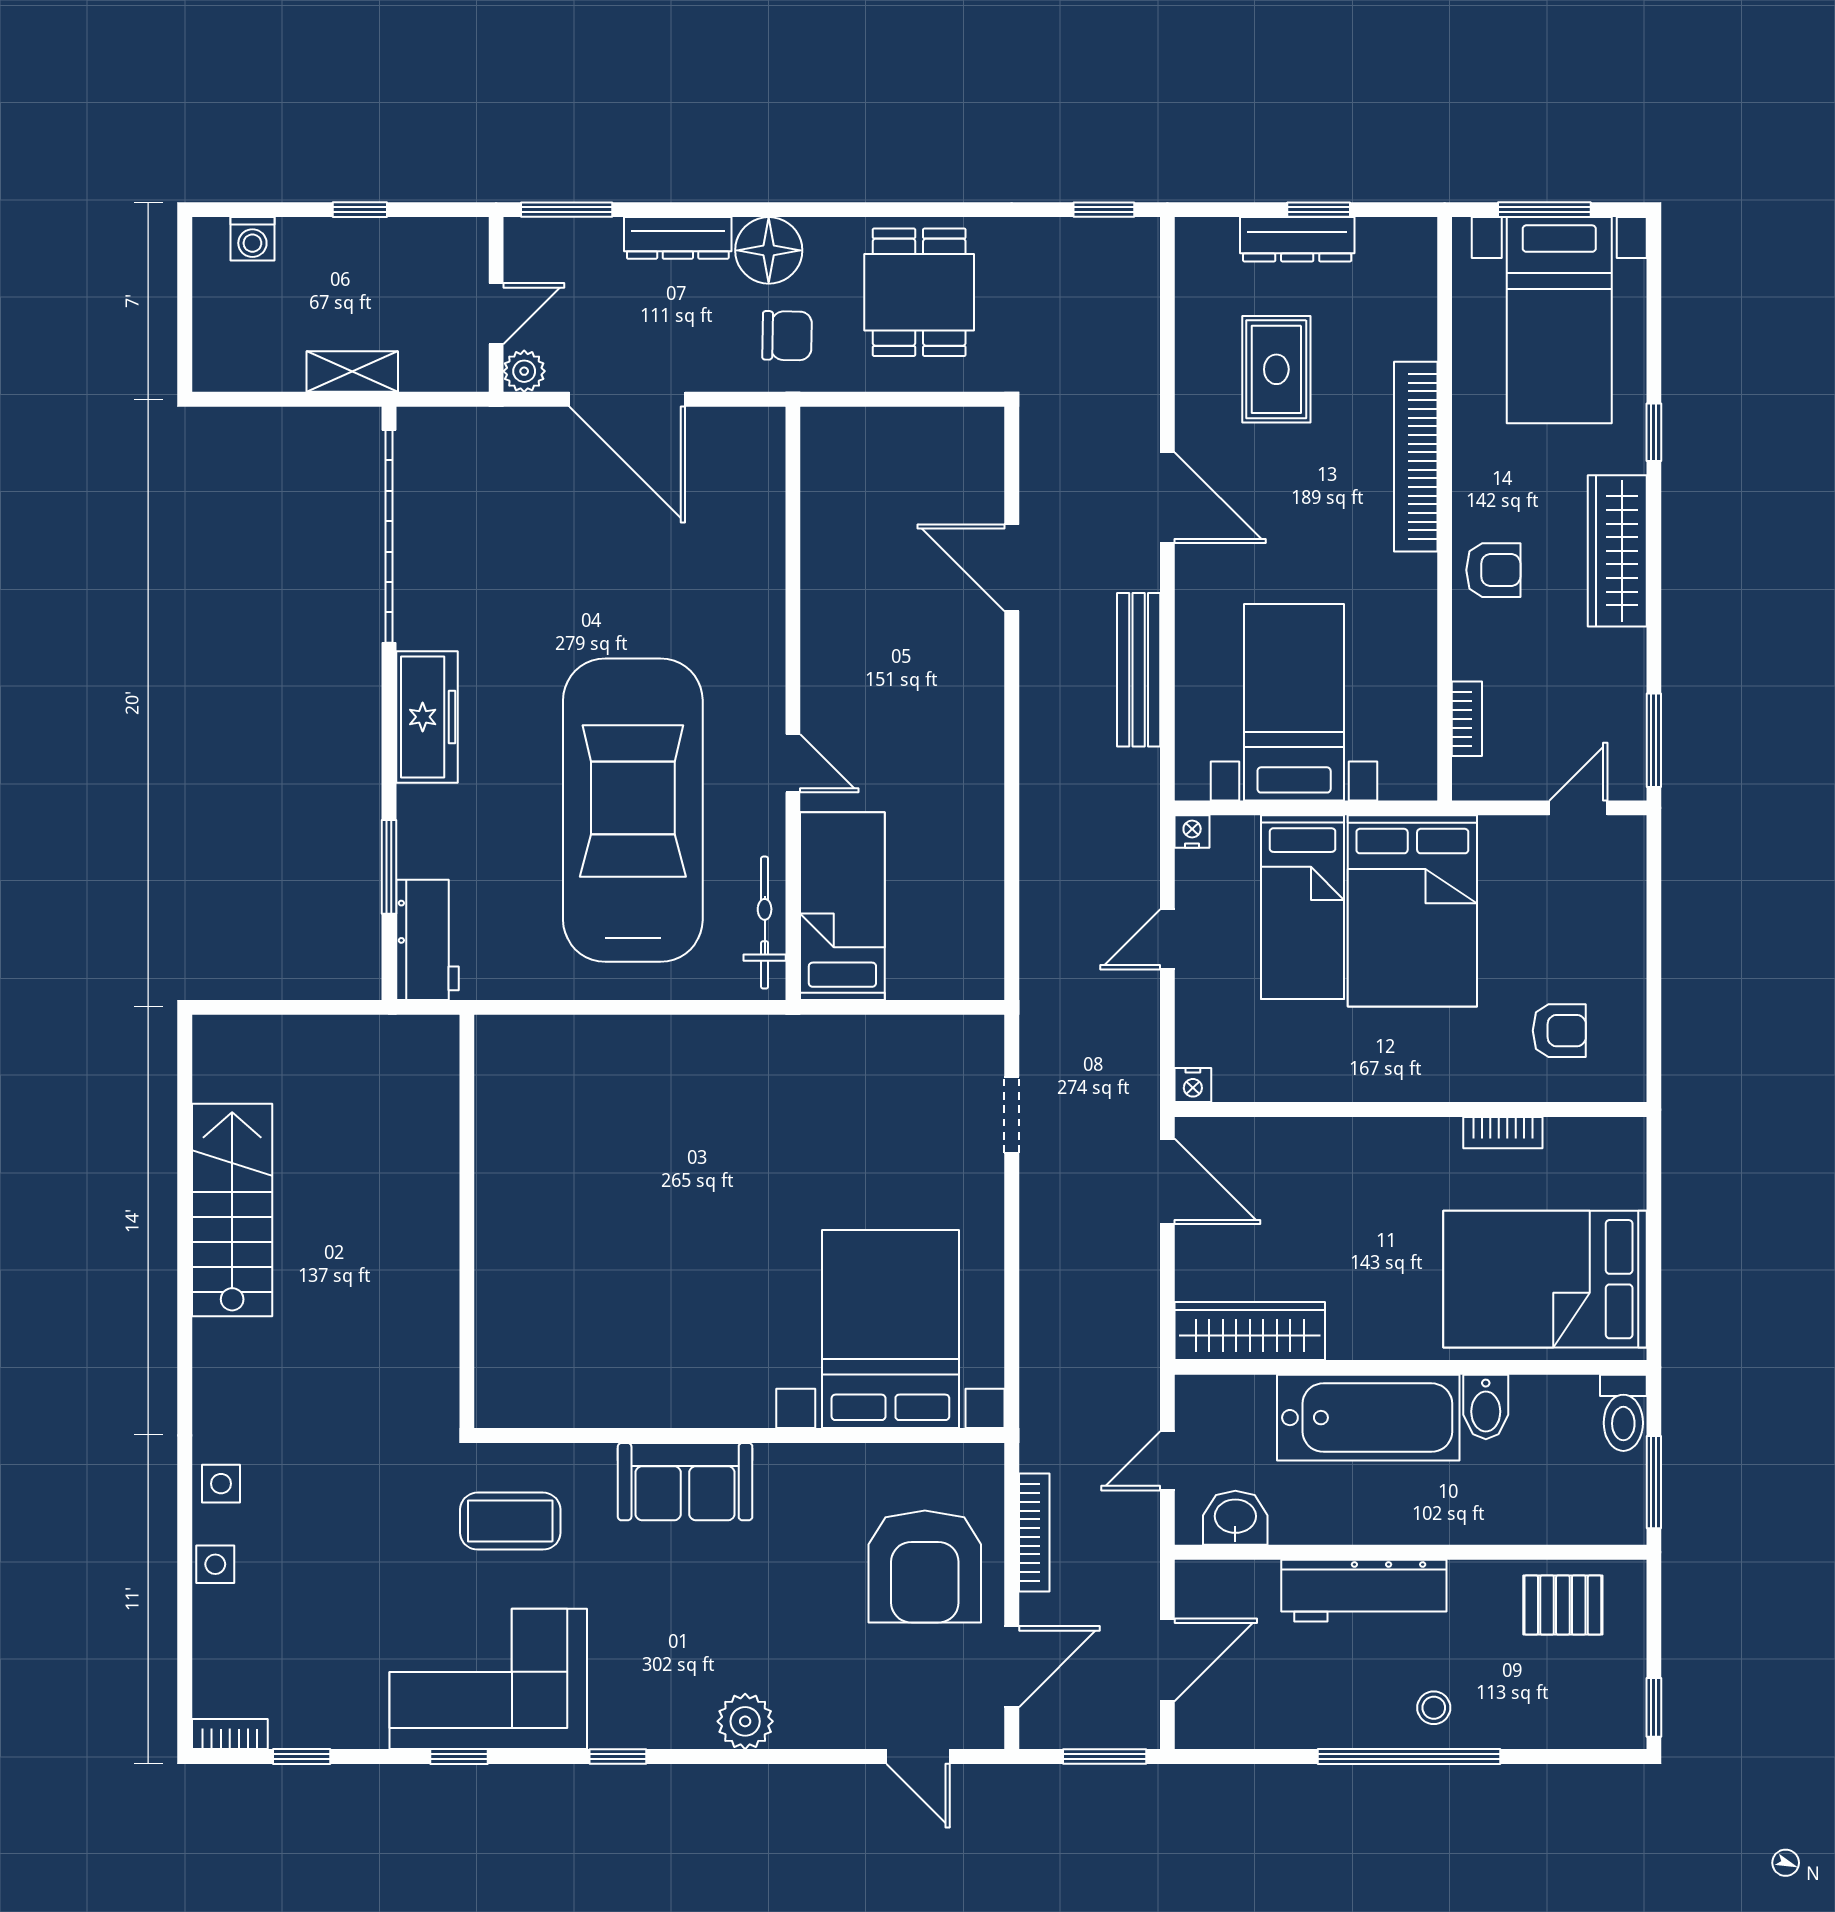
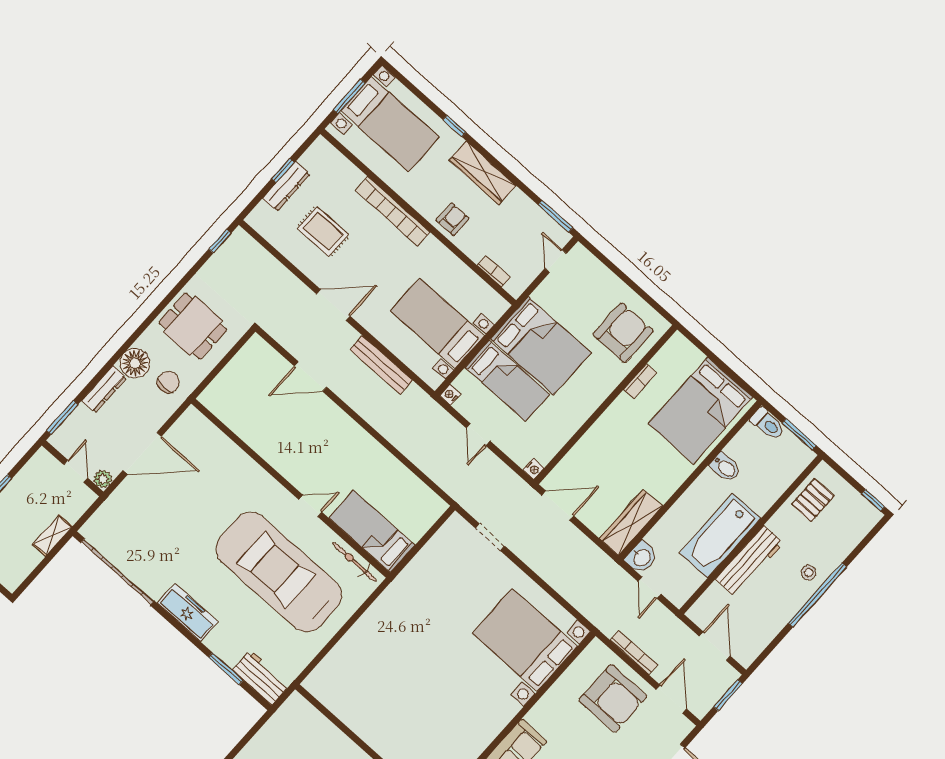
armchair: (1559, 1031) -> (623, 333), width x1.88, depth x1.88
bathtub: (1368, 1418) -> (720, 536), moved, turned 180
washbasin: (1235, 1518) -> (642, 557), moved, turned 180

